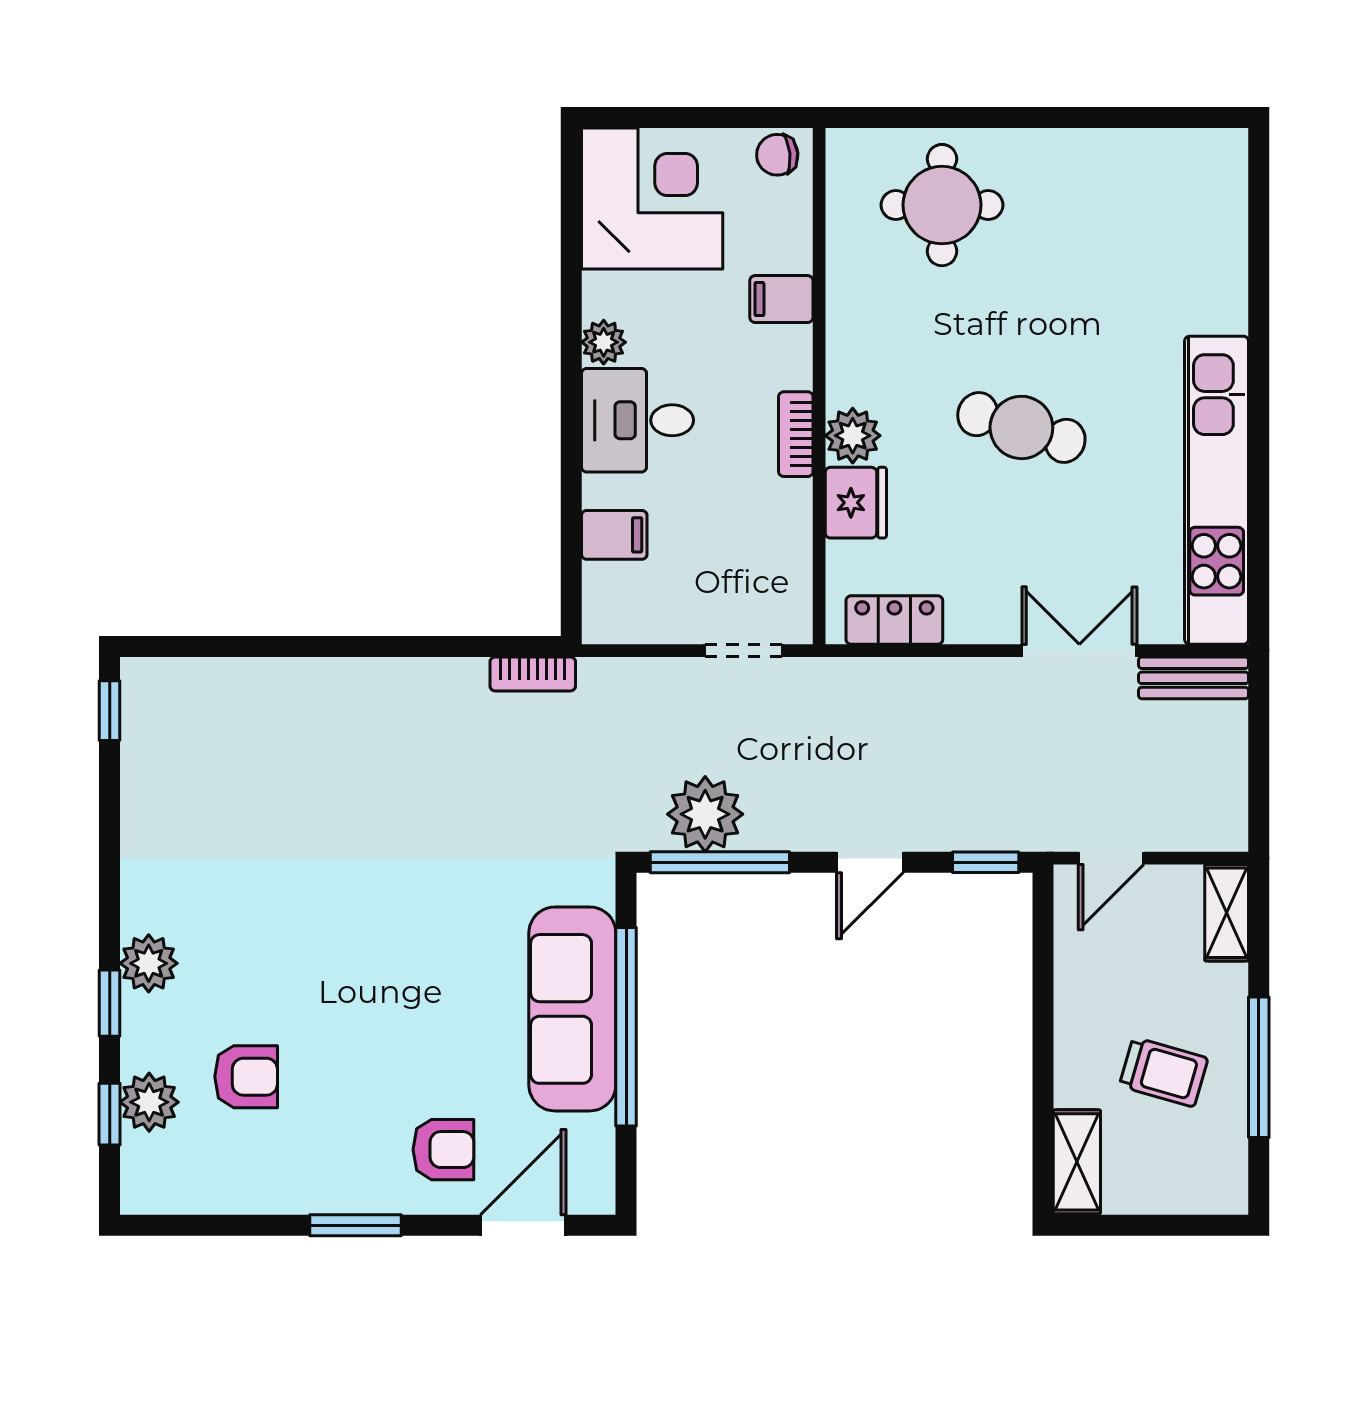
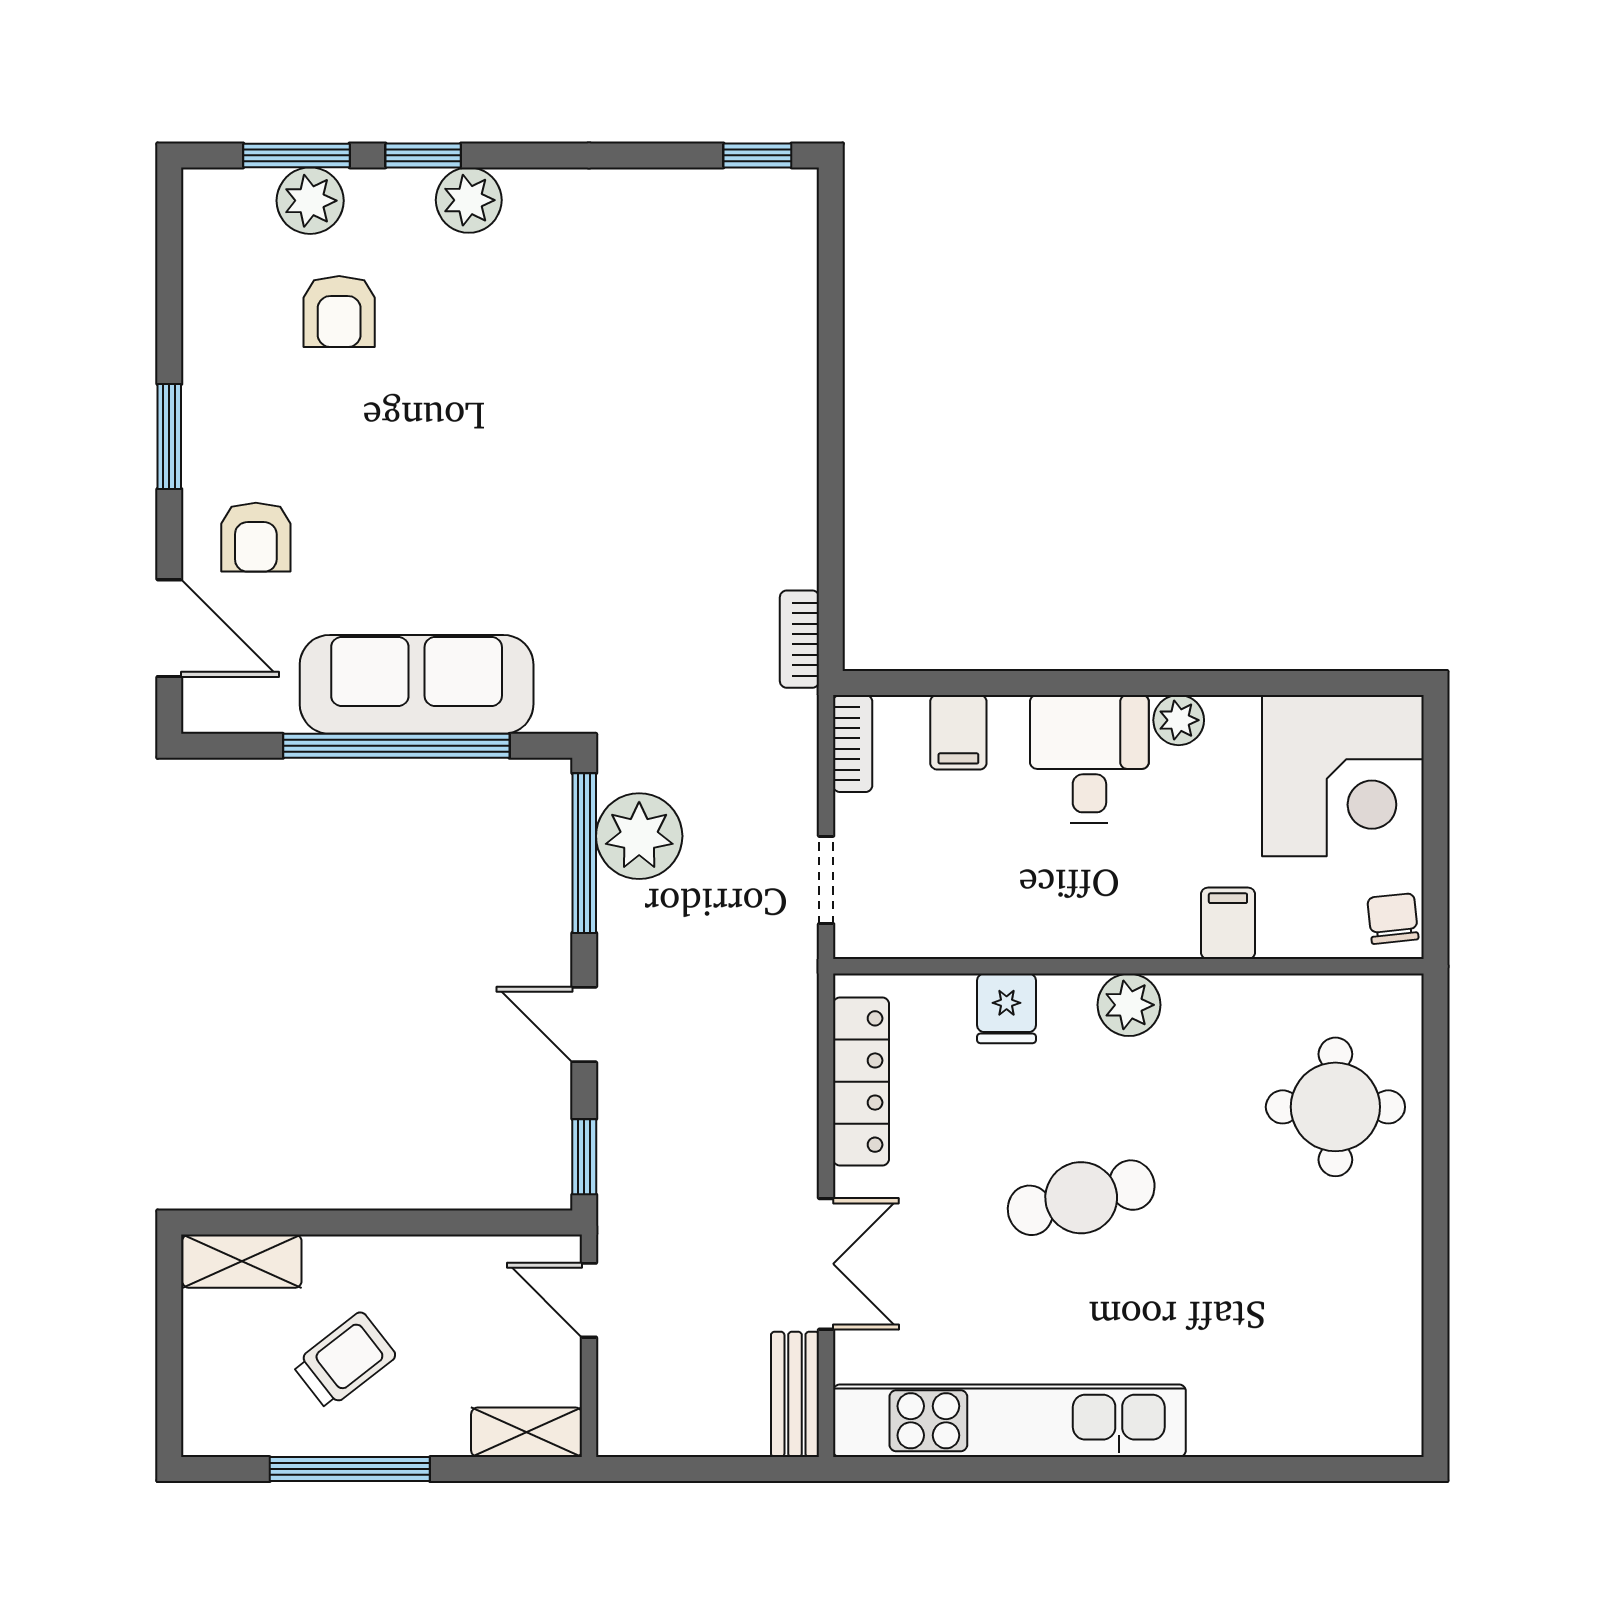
cafe table: (1021, 427) -> (1081, 1198), turned 59
bookcase: (796, 434) -> (853, 744), moved, turned 90
plant: (853, 436) -> (1129, 1005), moved
fridge: (856, 503) -> (1007, 1008), width x0.72
locker: (894, 620) -> (861, 1082), width x1.53
trolley: (1164, 1072) -> (344, 1360), turned -144
window: (110, 1114) -> (296, 155), width x1.50

